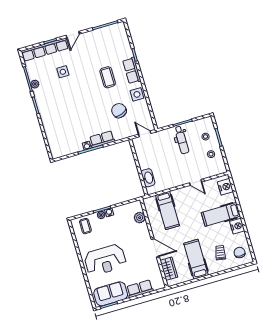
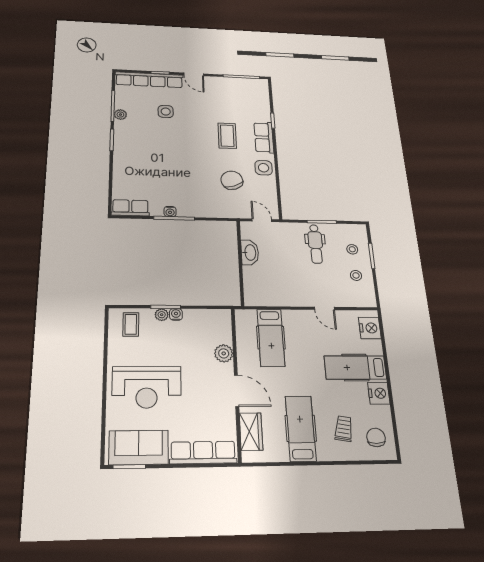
door: (73, 35) -> (194, 74), hinge flipped
row of seats: (102, 139) -> (130, 208), moved
washbasin: (148, 178) -> (250, 252), moved
plant: (140, 218) -> (224, 353), moved
row of seats: (140, 289) -> (203, 452), width x1.48

